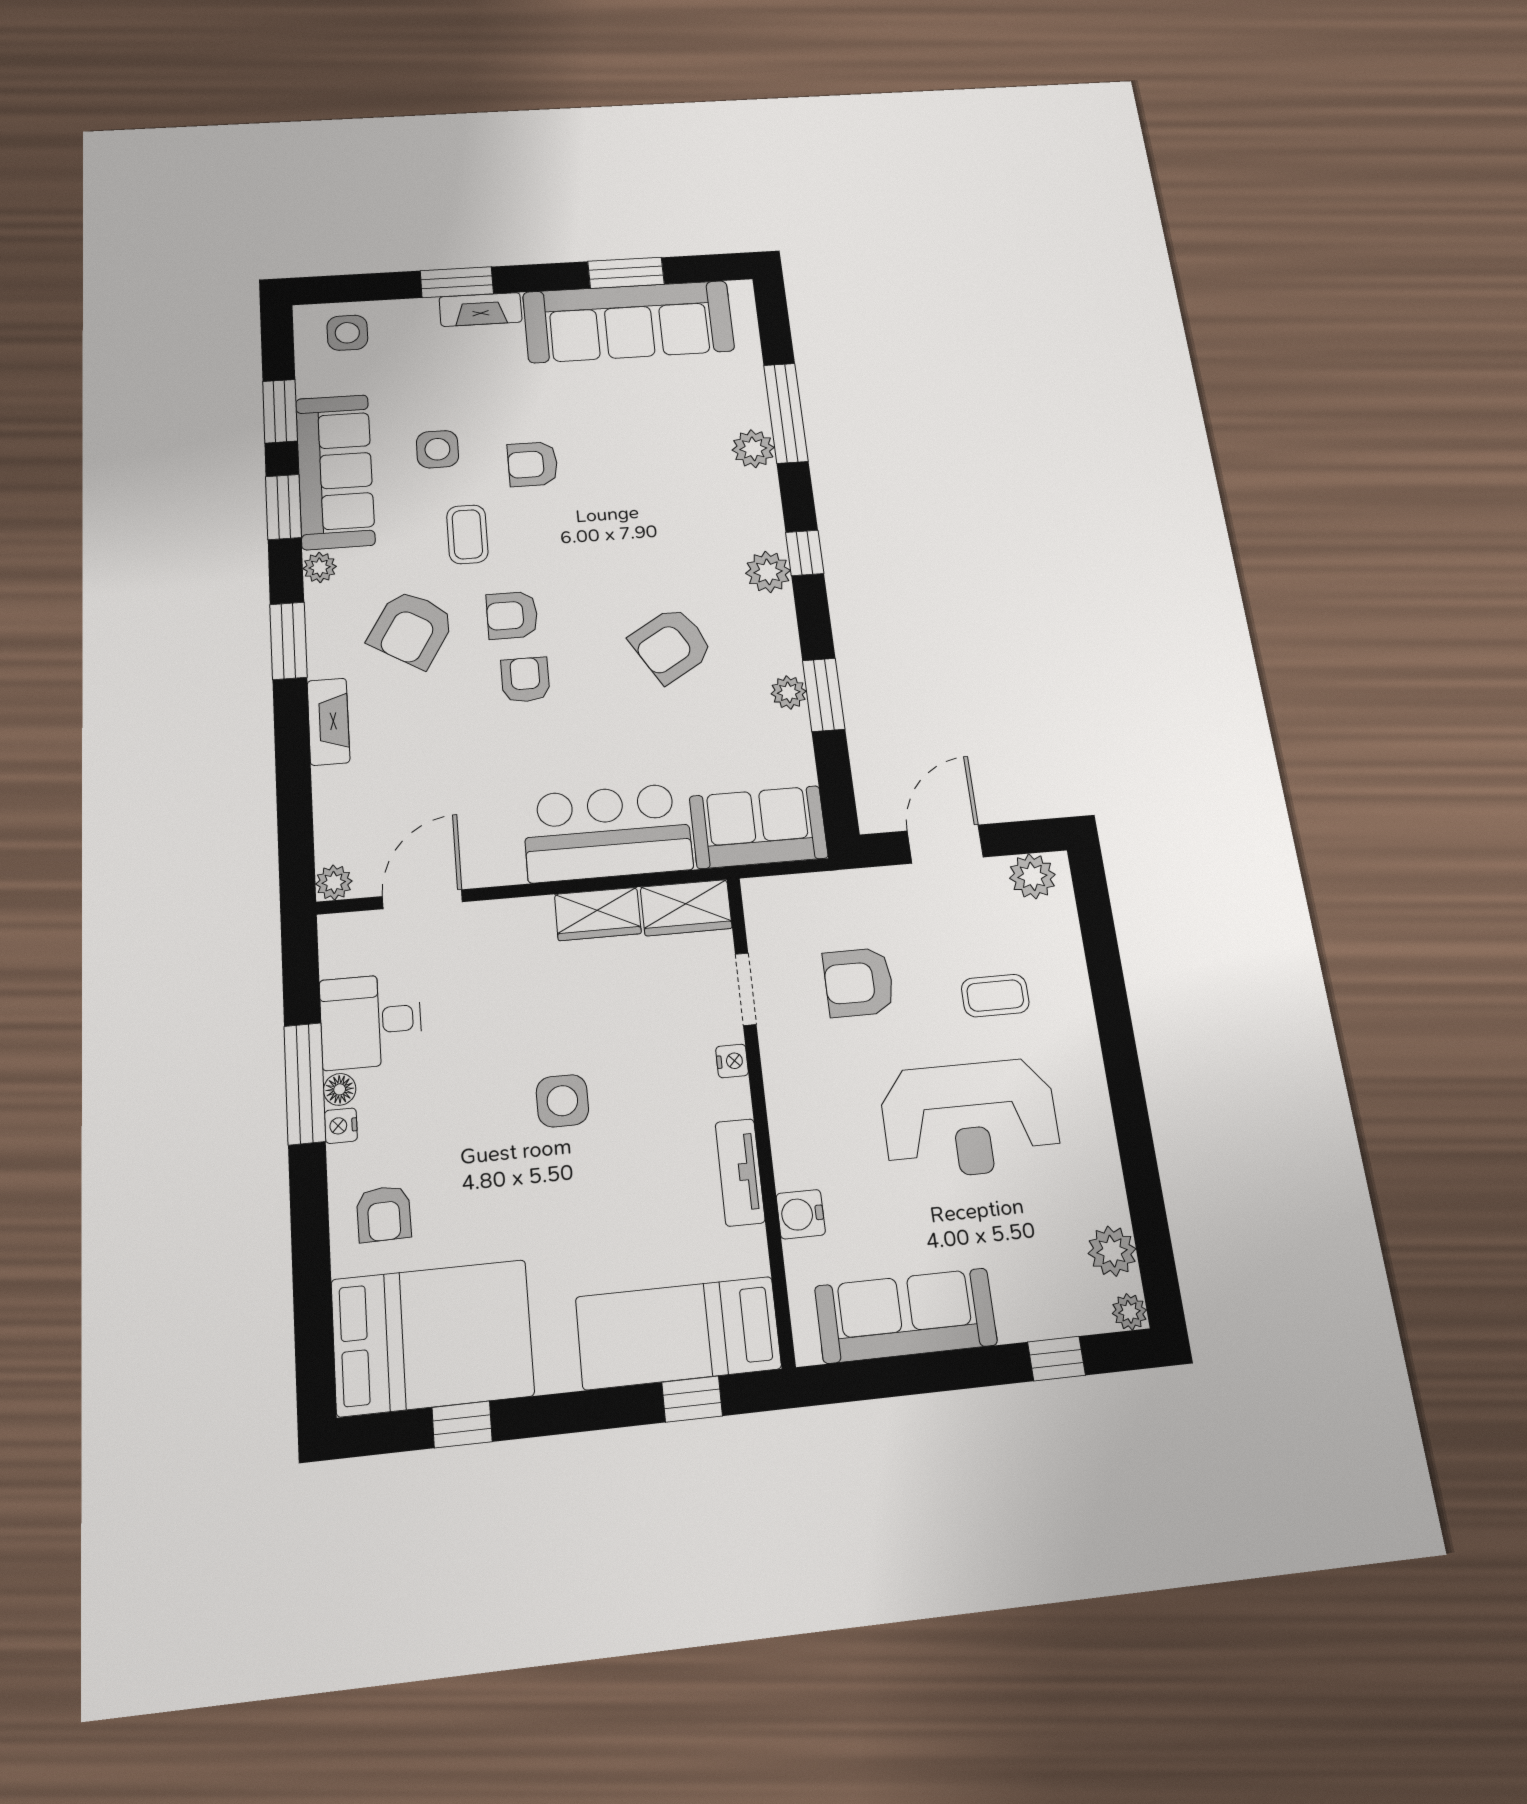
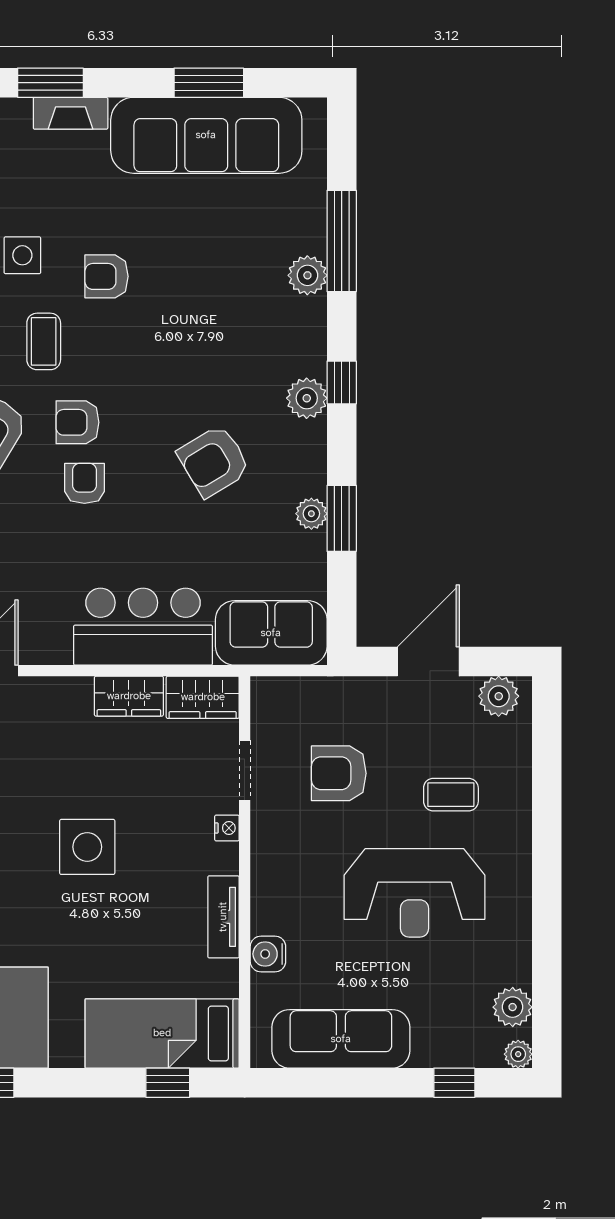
side table: (562, 1101) -> (87, 847), width x1.37, depth x1.37

